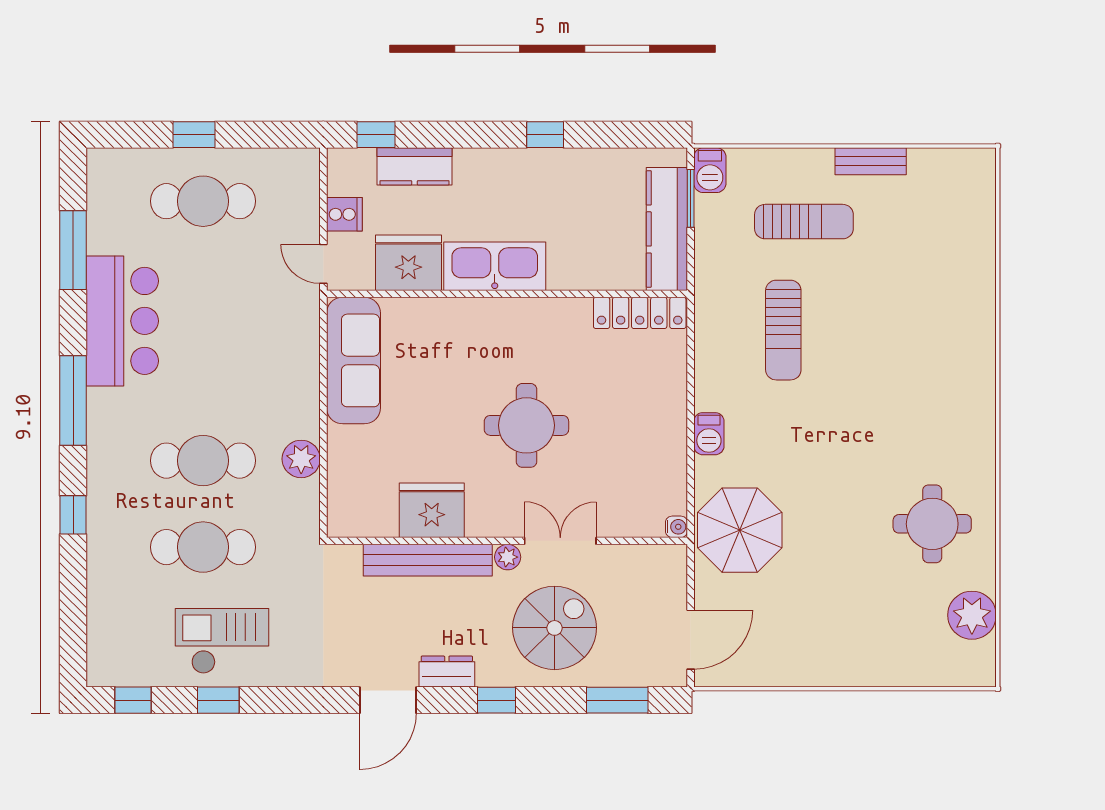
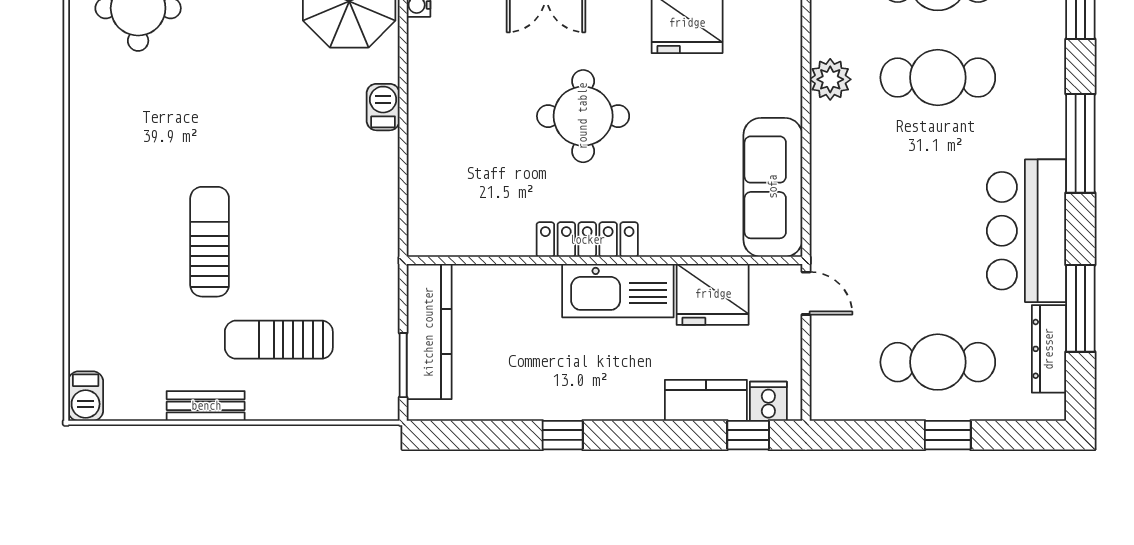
barbecue: (710, 170) -> (86, 396), moved, turned 180
dresser: (102, 213) -> (1049, 349), added
cooker: (344, 214) -> (768, 401), moved, turned 90
locker: (640, 313) -> (587, 240), moved
sun lounger: (783, 330) -> (210, 242), moved

